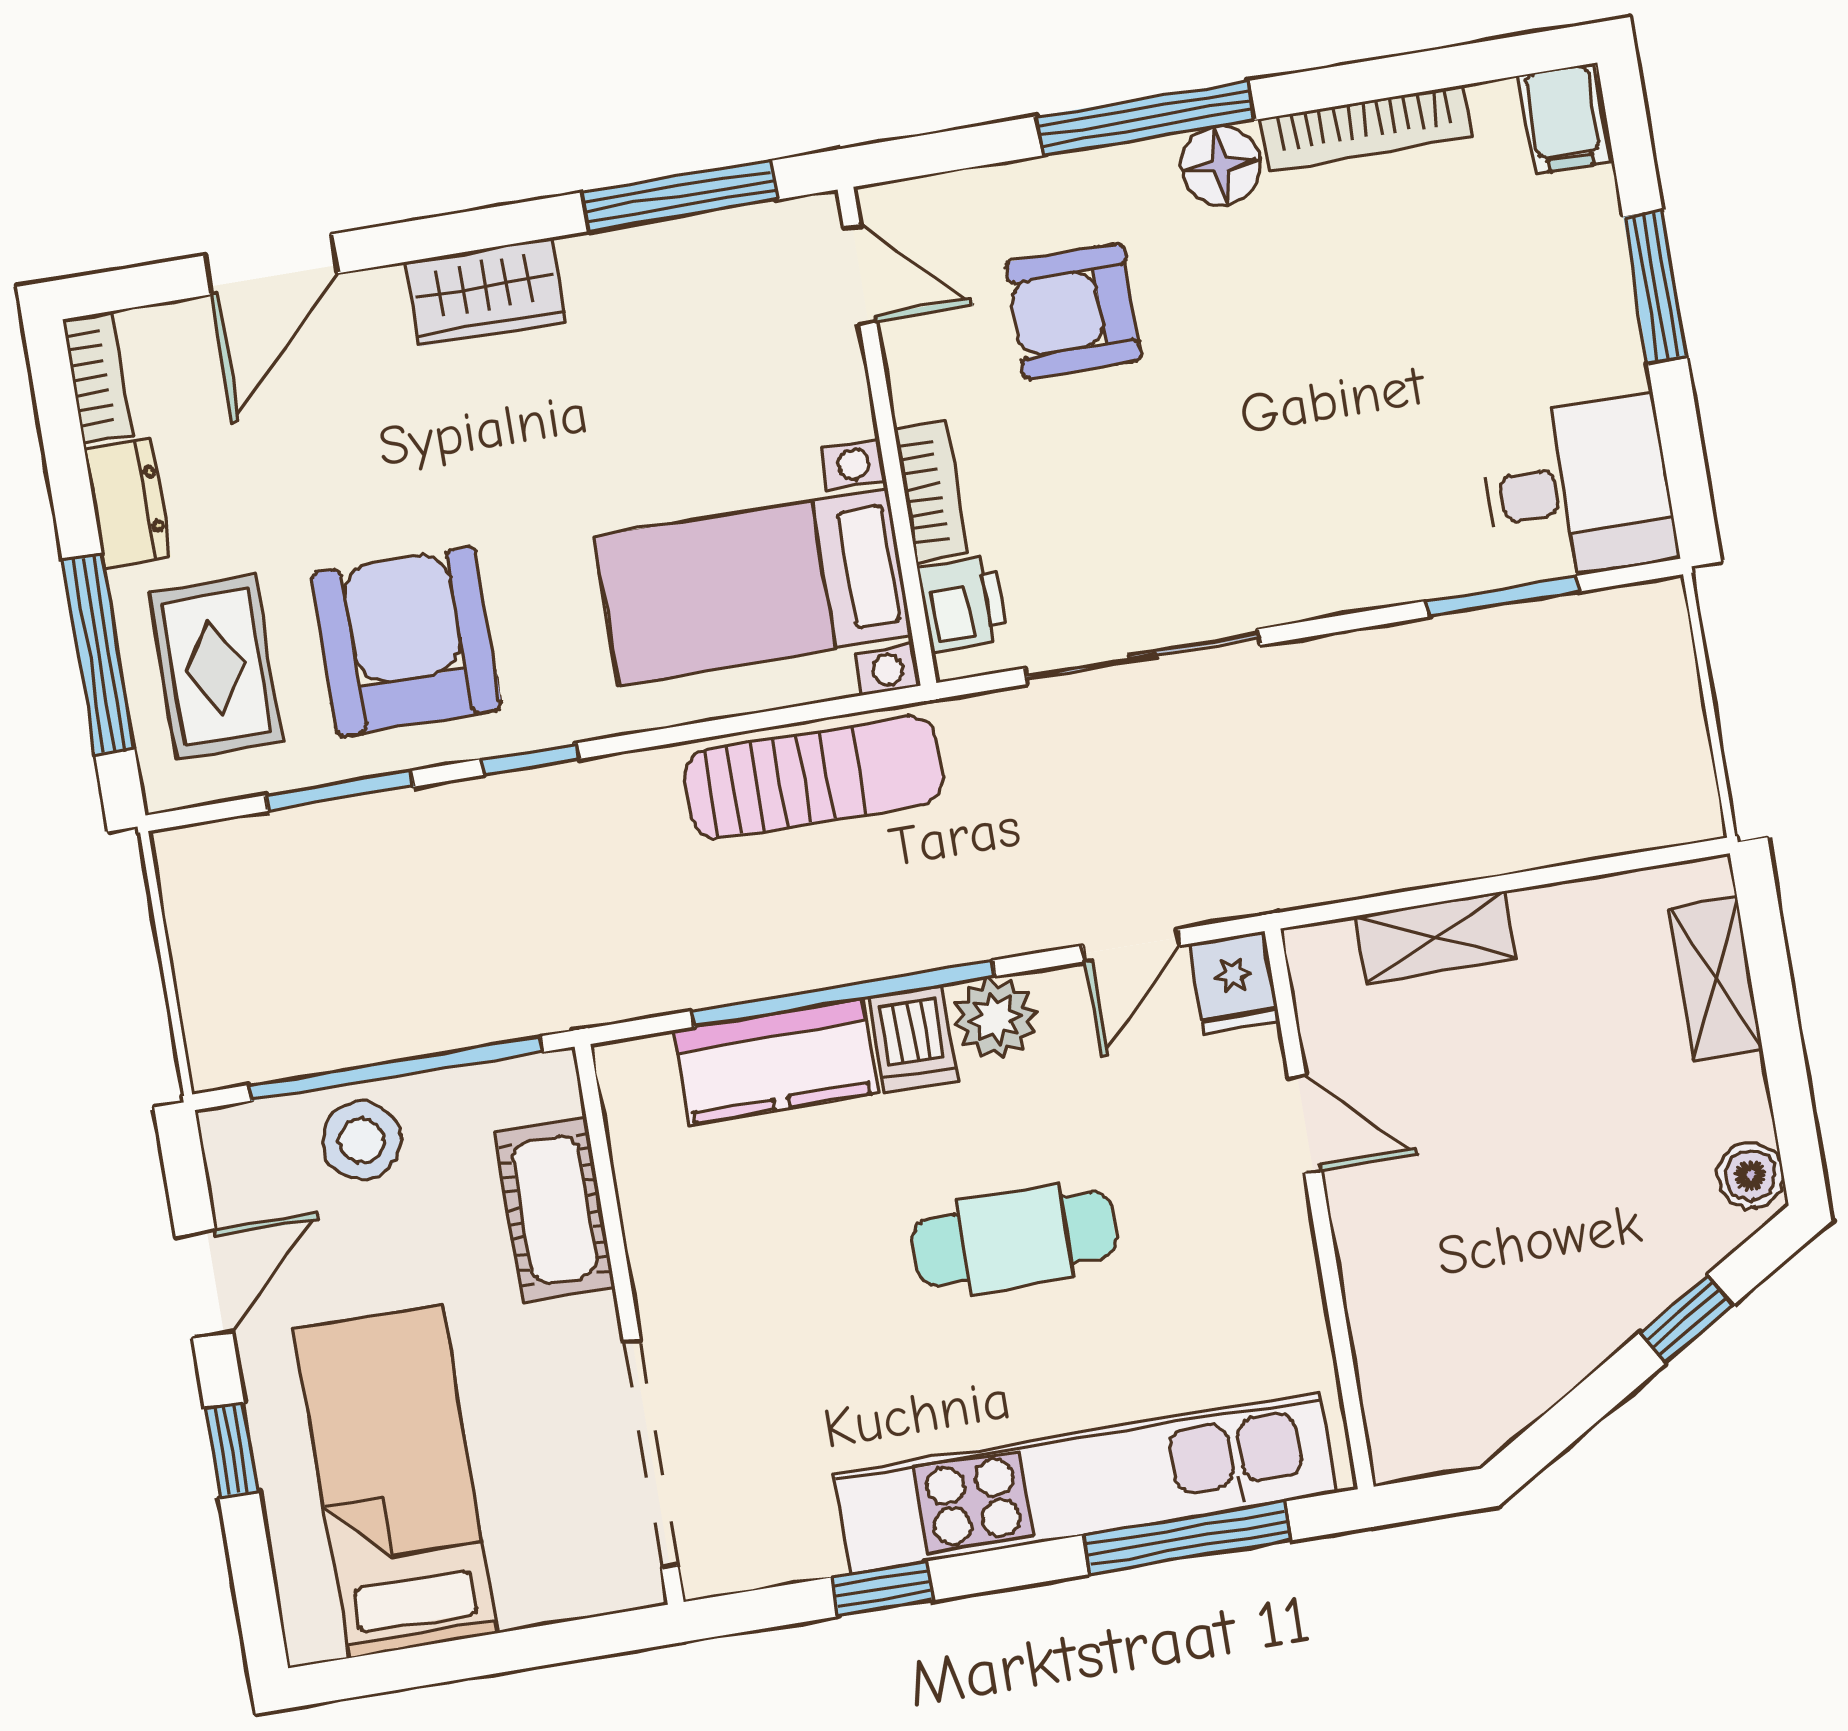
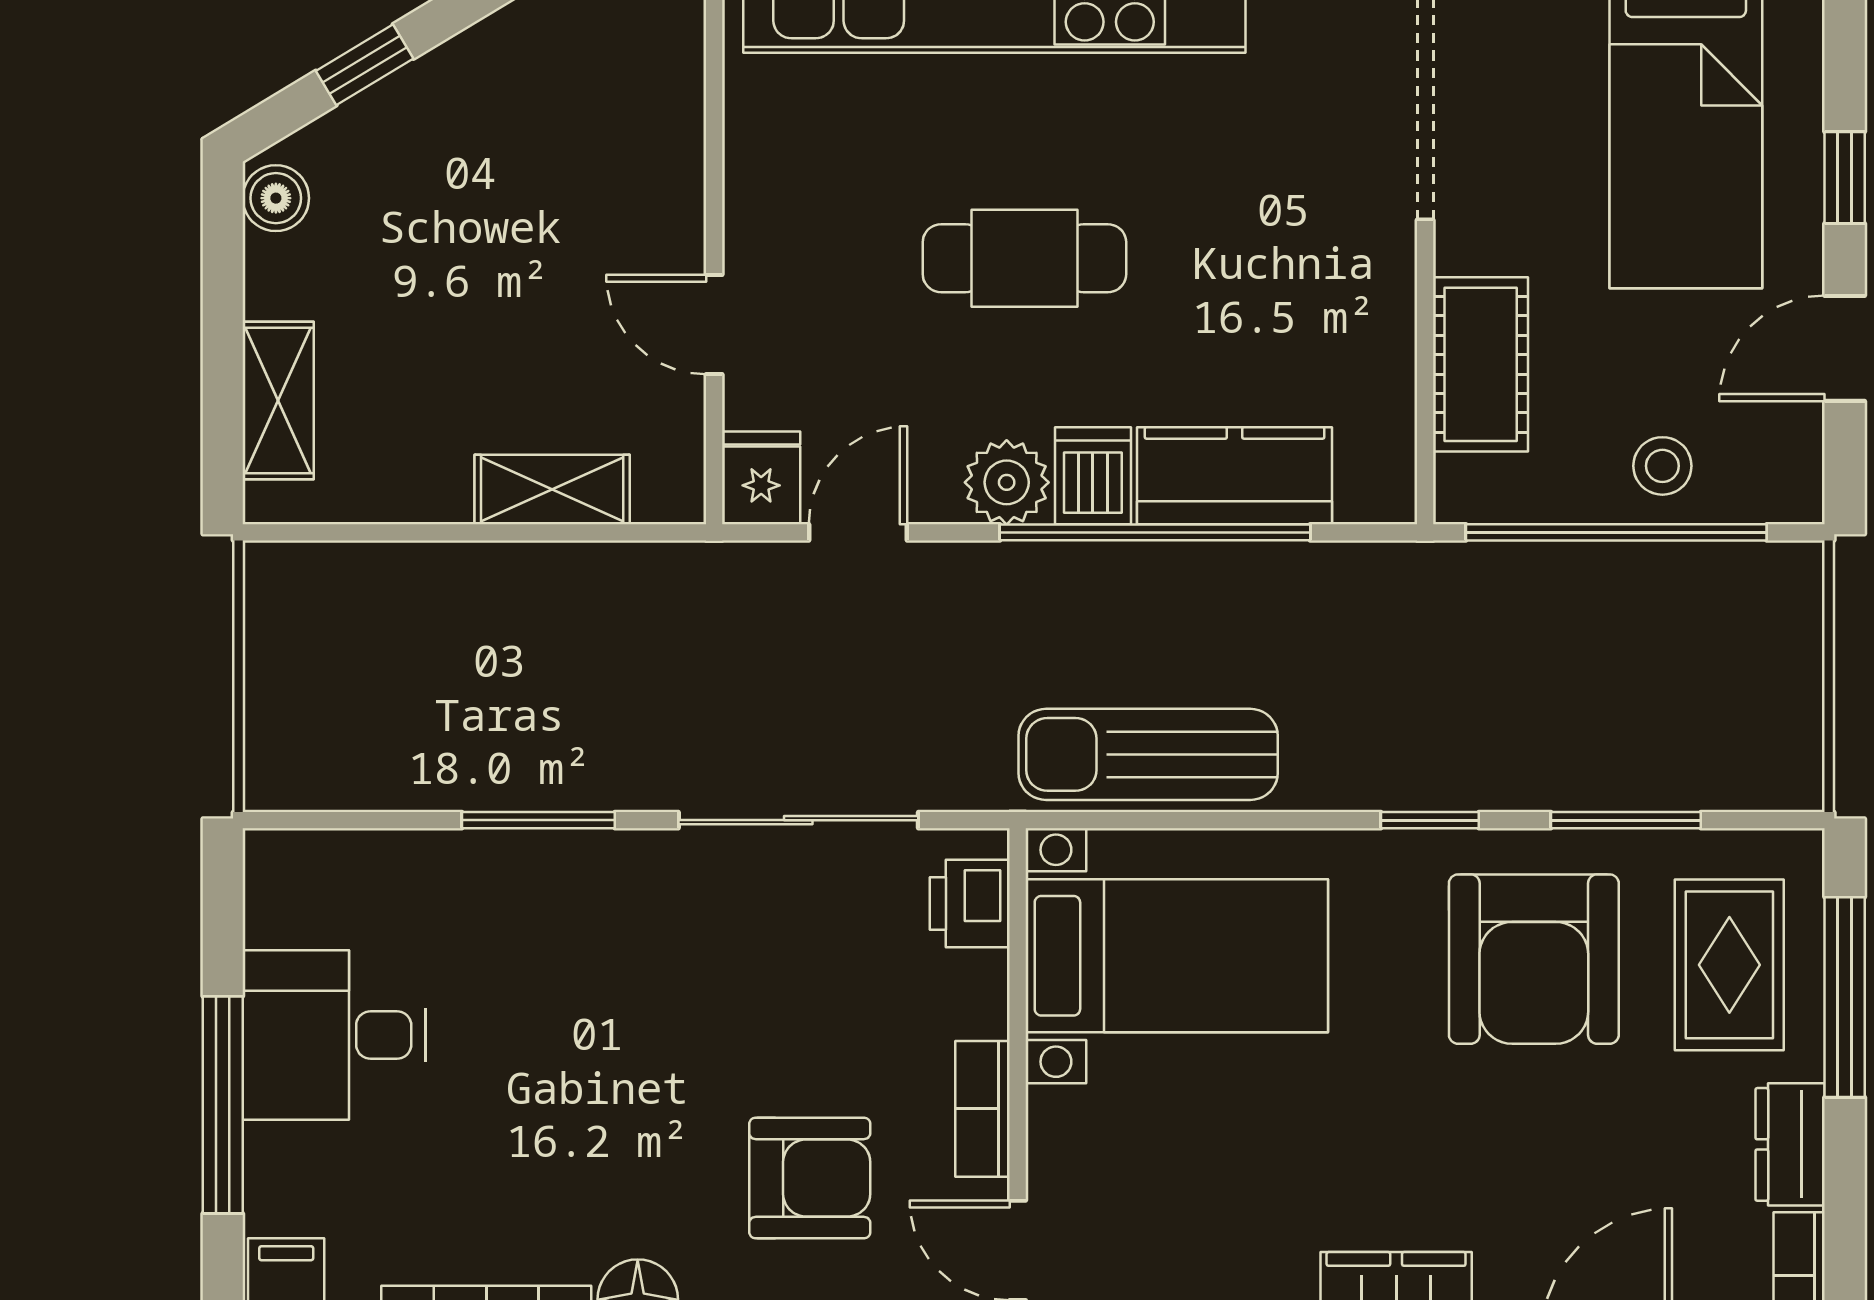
window: (1655, 287) -> (223, 1105), width x1.44
desk: (1577, 489) -> (334, 1035), moved
bookcase: (931, 491) -> (983, 1109), moved
window: (1503, 596) -> (538, 820), moved
stool: (362, 1141) -> (1662, 466), width x0.73, depth x0.73

